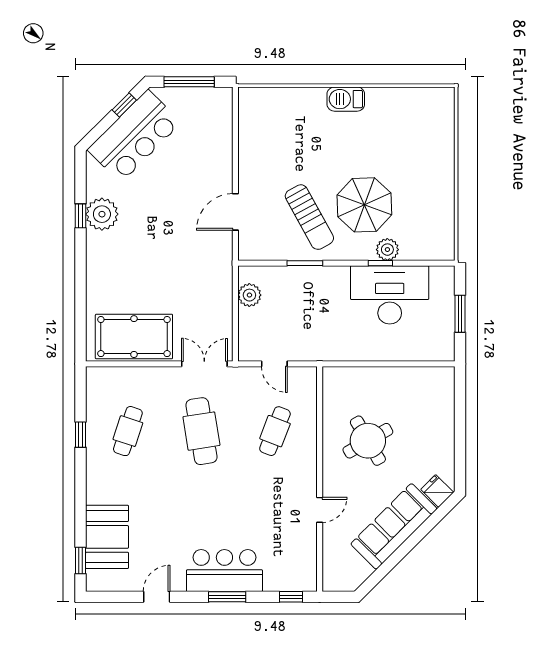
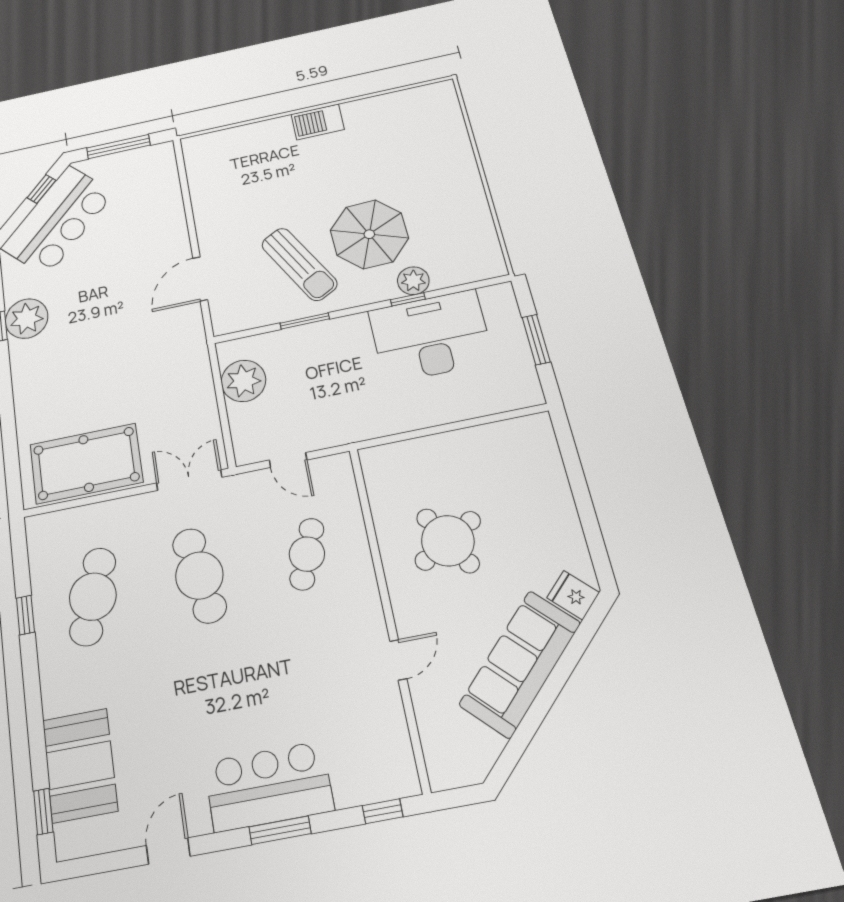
plant: (249, 295) -> (243, 381), width x1.36, depth x1.36
cafe table: (128, 431) -> (93, 597), width x1.37, depth x1.35

